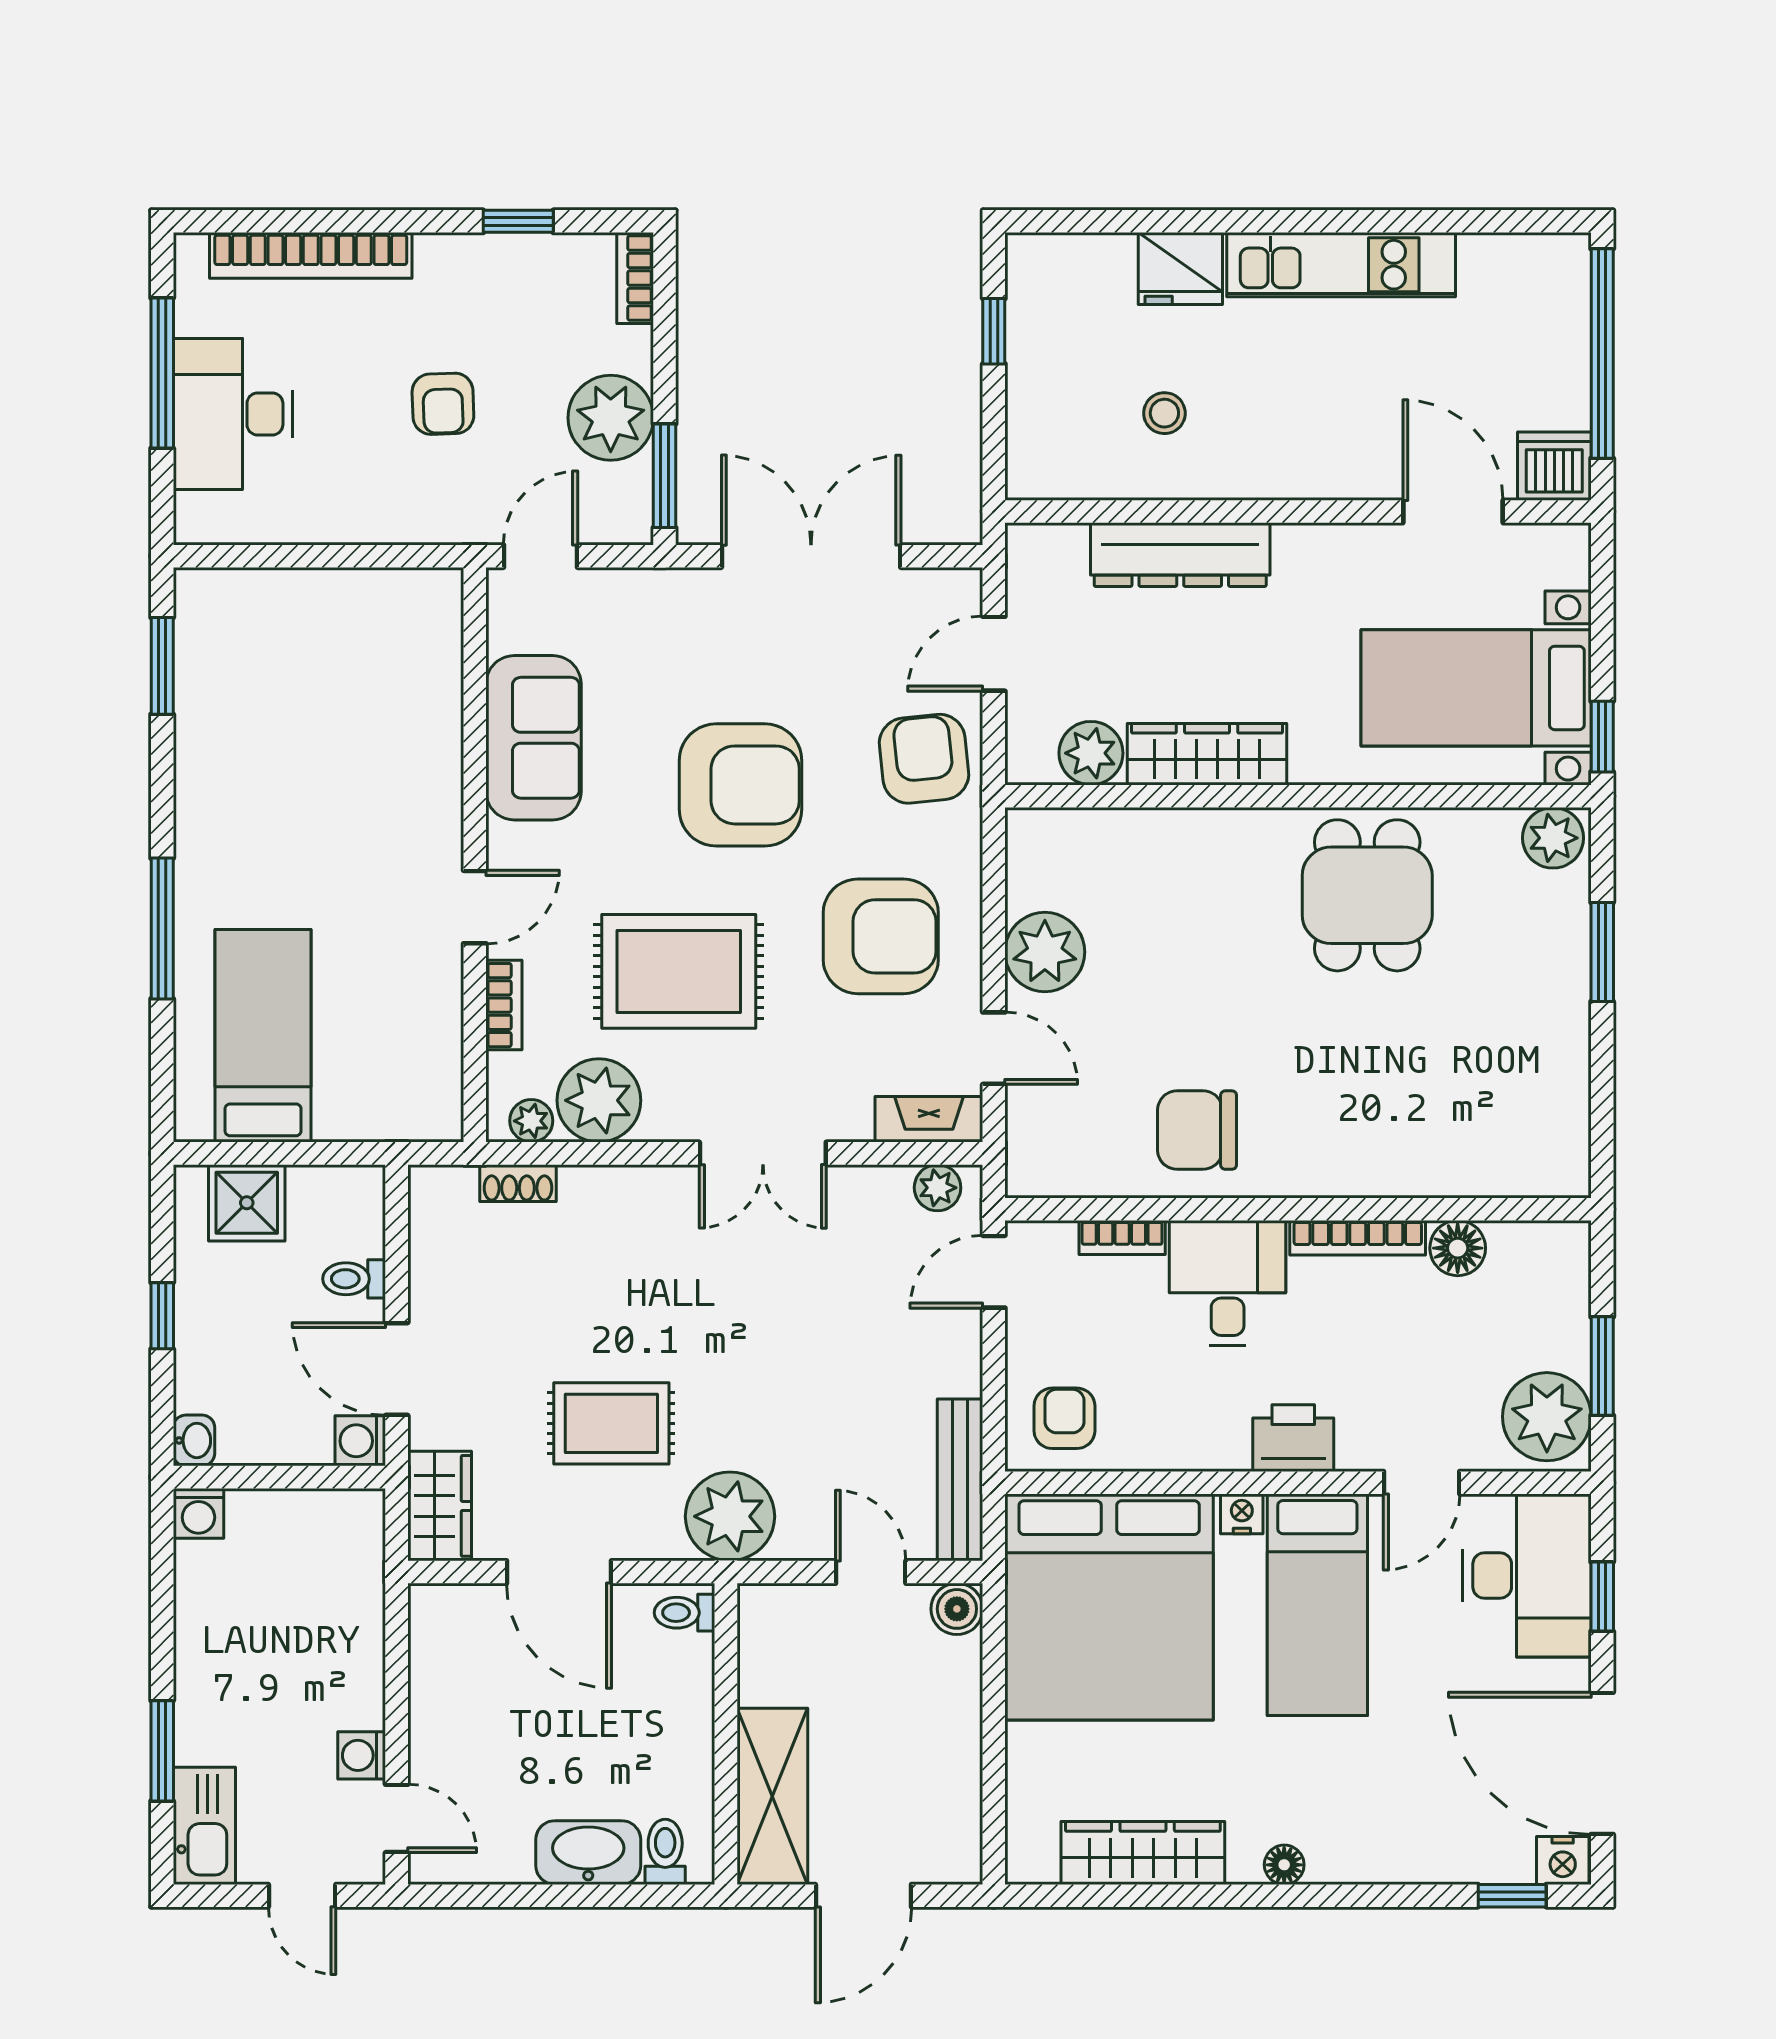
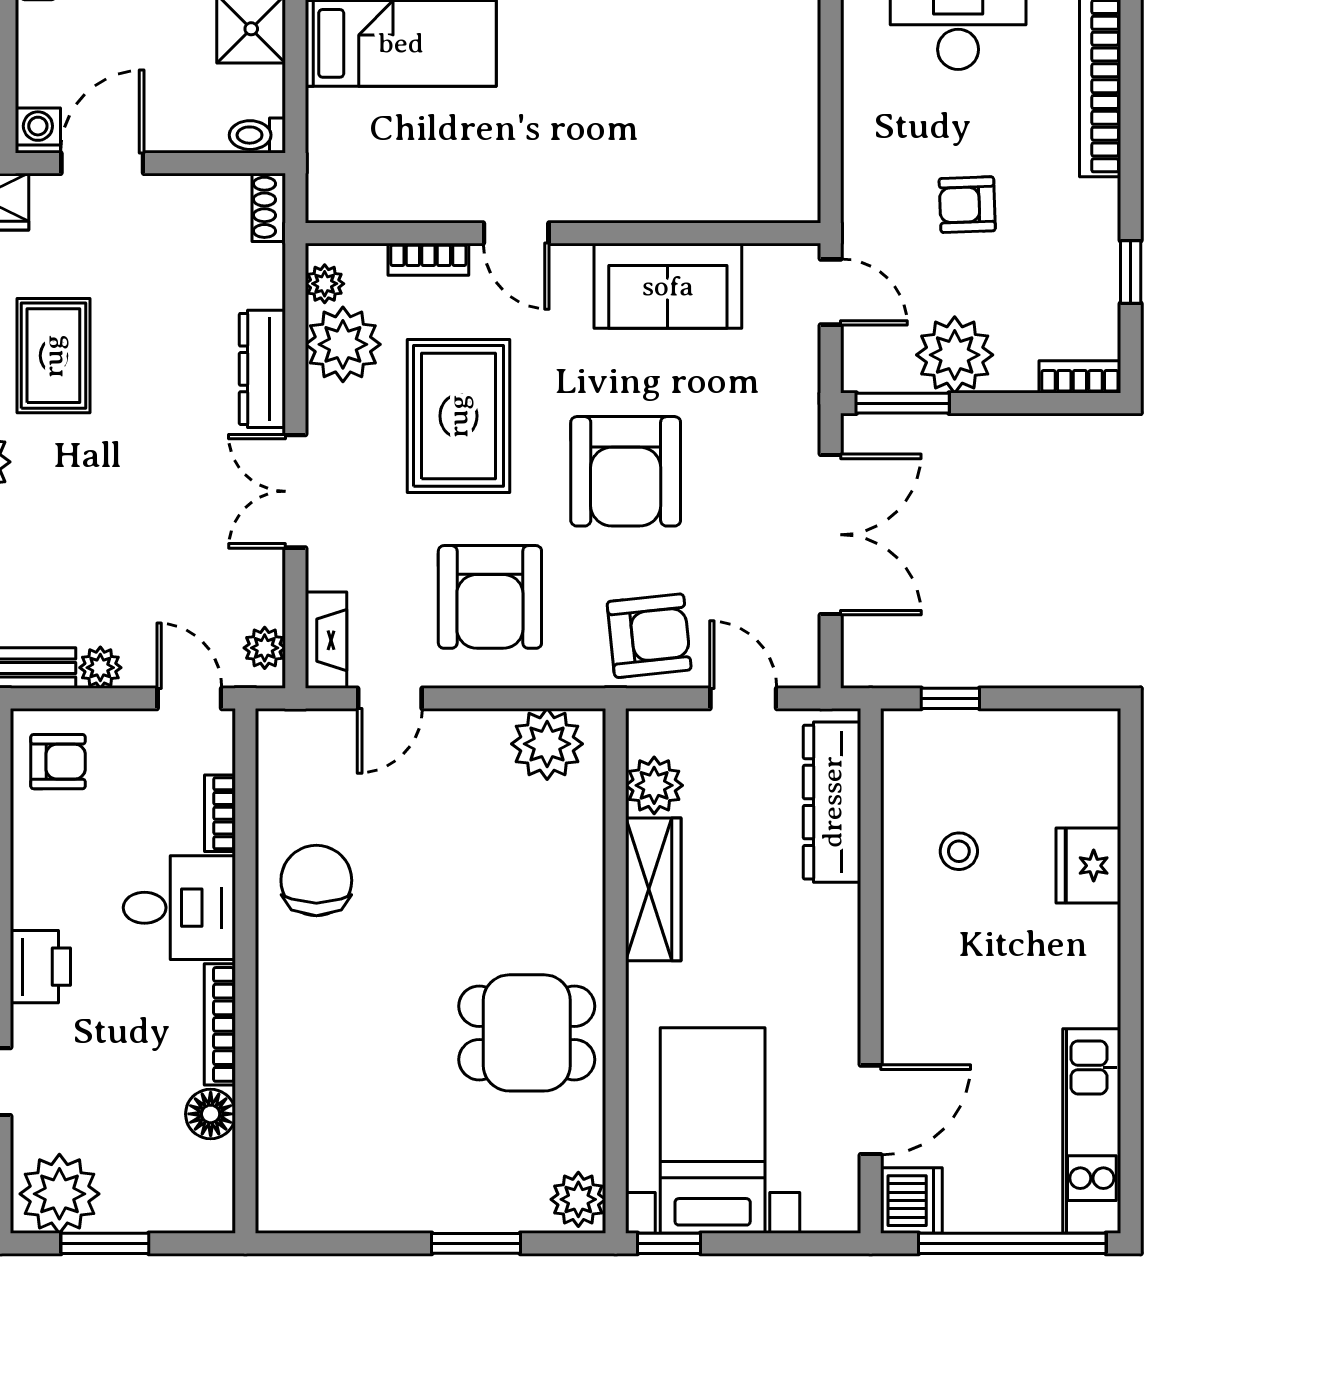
kitchen unit: (1341, 265) -> (1092, 1131), moved
window: (994, 331) -> (950, 698), moved
dresser: (1180, 555) -> (832, 802), moved
plant: (1045, 952) -> (547, 744), moved
shoe rack: (518, 1183) -> (269, 207), moved
dresser: (626, 1190) -> (262, 369), added
toilet: (354, 1279) -> (257, 135), moved, turned -90
plant: (959, 1371) -> (100, 668), added

